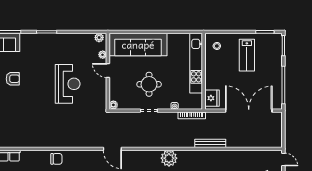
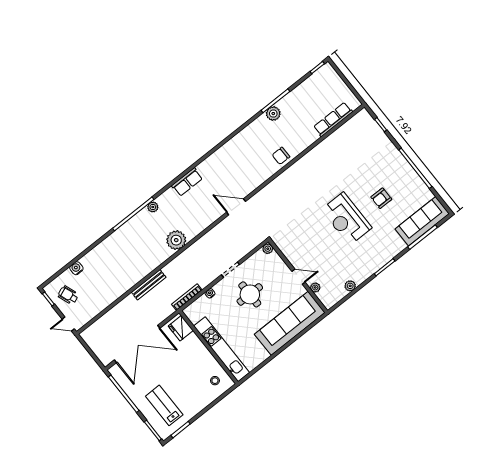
plant: (99, 38) -> (350, 286), moved
lab bench: (247, 55) -> (164, 405), moved
reception desk: (68, 84) -> (346, 219), moved

